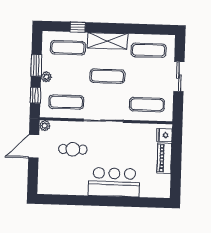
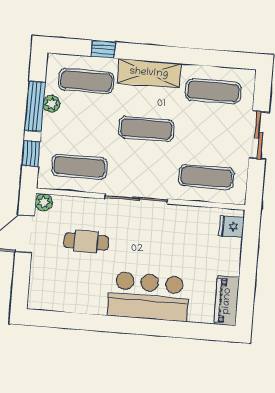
window: (36, 65) -> (35, 106), width x1.44
plant: (46, 77) -> (51, 104), moved
piano: (164, 158) -> (227, 301), moved

